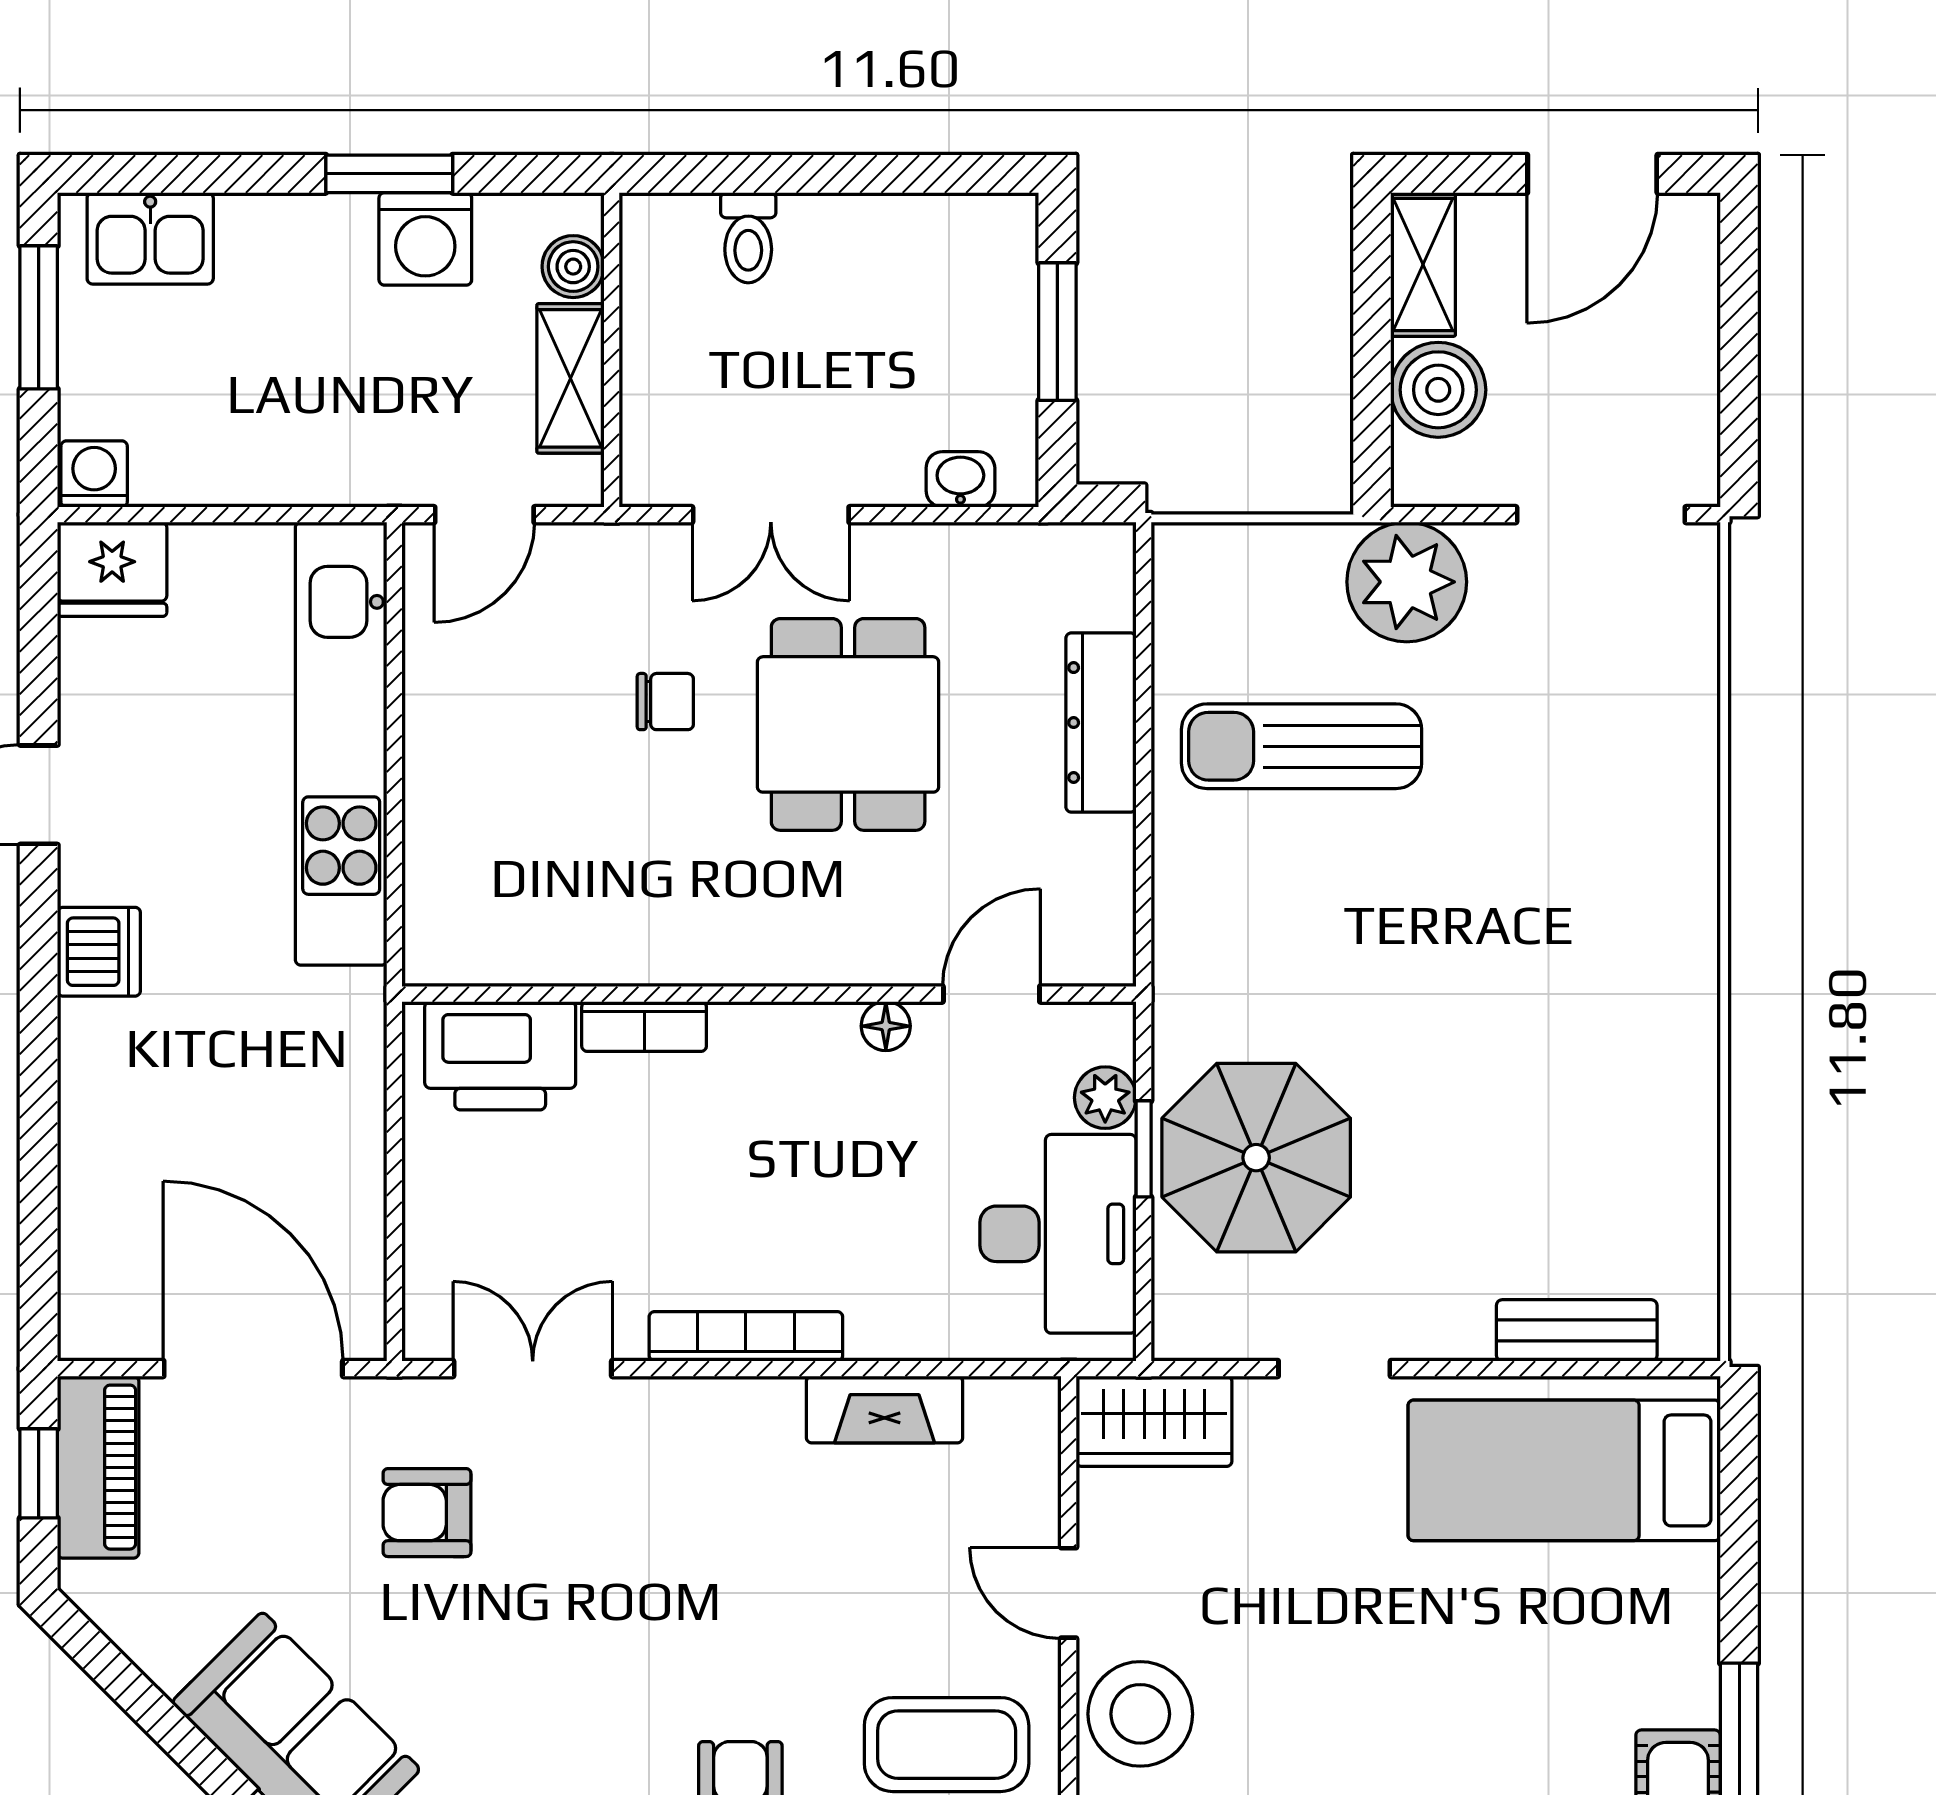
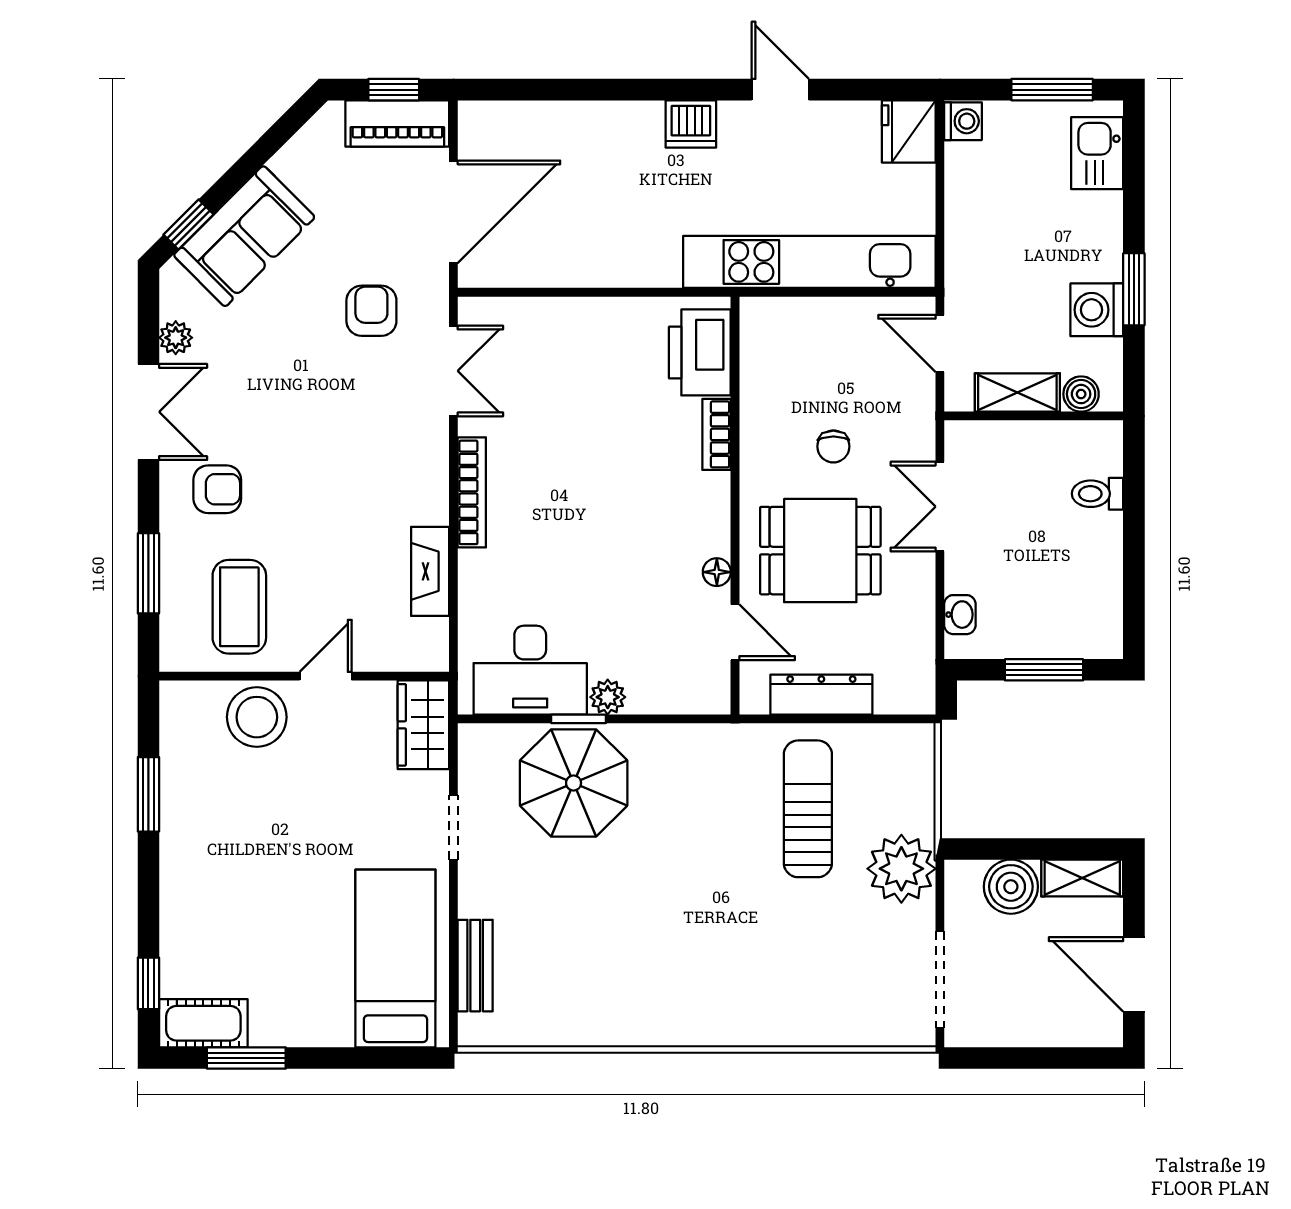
wall: (769, 994) -> (735, 506), moved
door: (991, 994) -> (735, 632), moved
bookcase: (644, 1026) -> (717, 434), moved
floor lamp: (886, 1026) -> (717, 572), moved
printer: (500, 1056) -> (700, 352), moved

